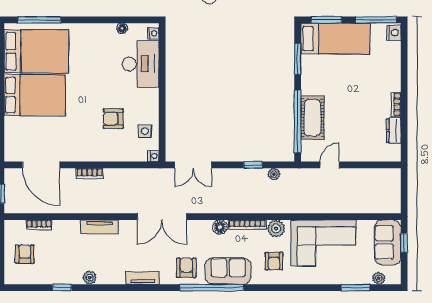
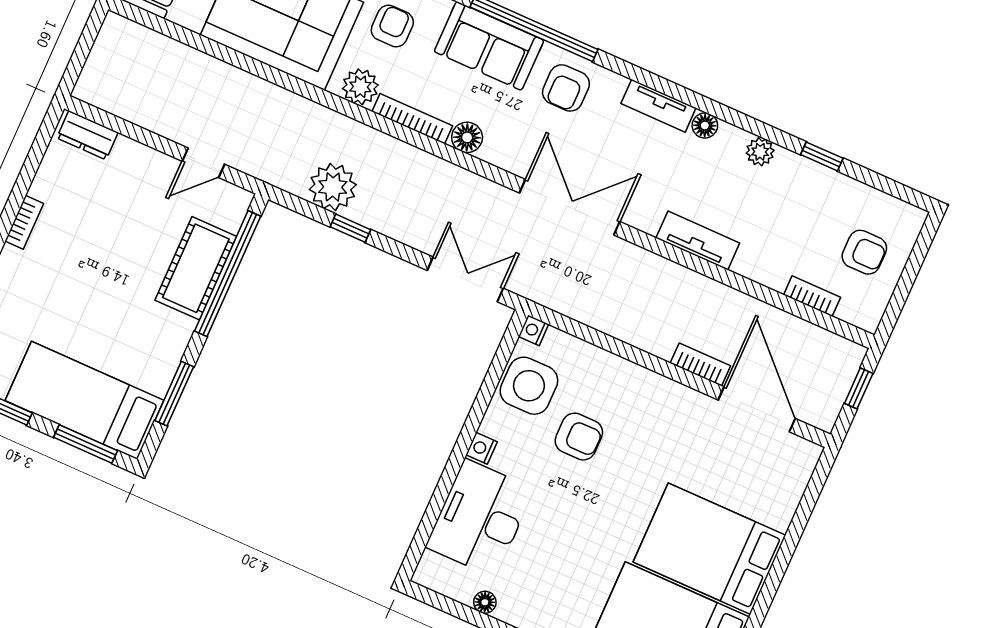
nightstand: (153, 33) -> (482, 448), moved
side table: (145, 131) -> (529, 386), width x1.87, depth x1.87
dresser: (394, 131) -> (87, 135), moved, turned 90
bookcase: (90, 174) -> (700, 364), moved
plant: (274, 174) -> (333, 187), width x1.87, depth x1.87
armchair: (25, 254) -> (864, 252), turned -90
floor lamp: (119, 278) -> (705, 126), added

